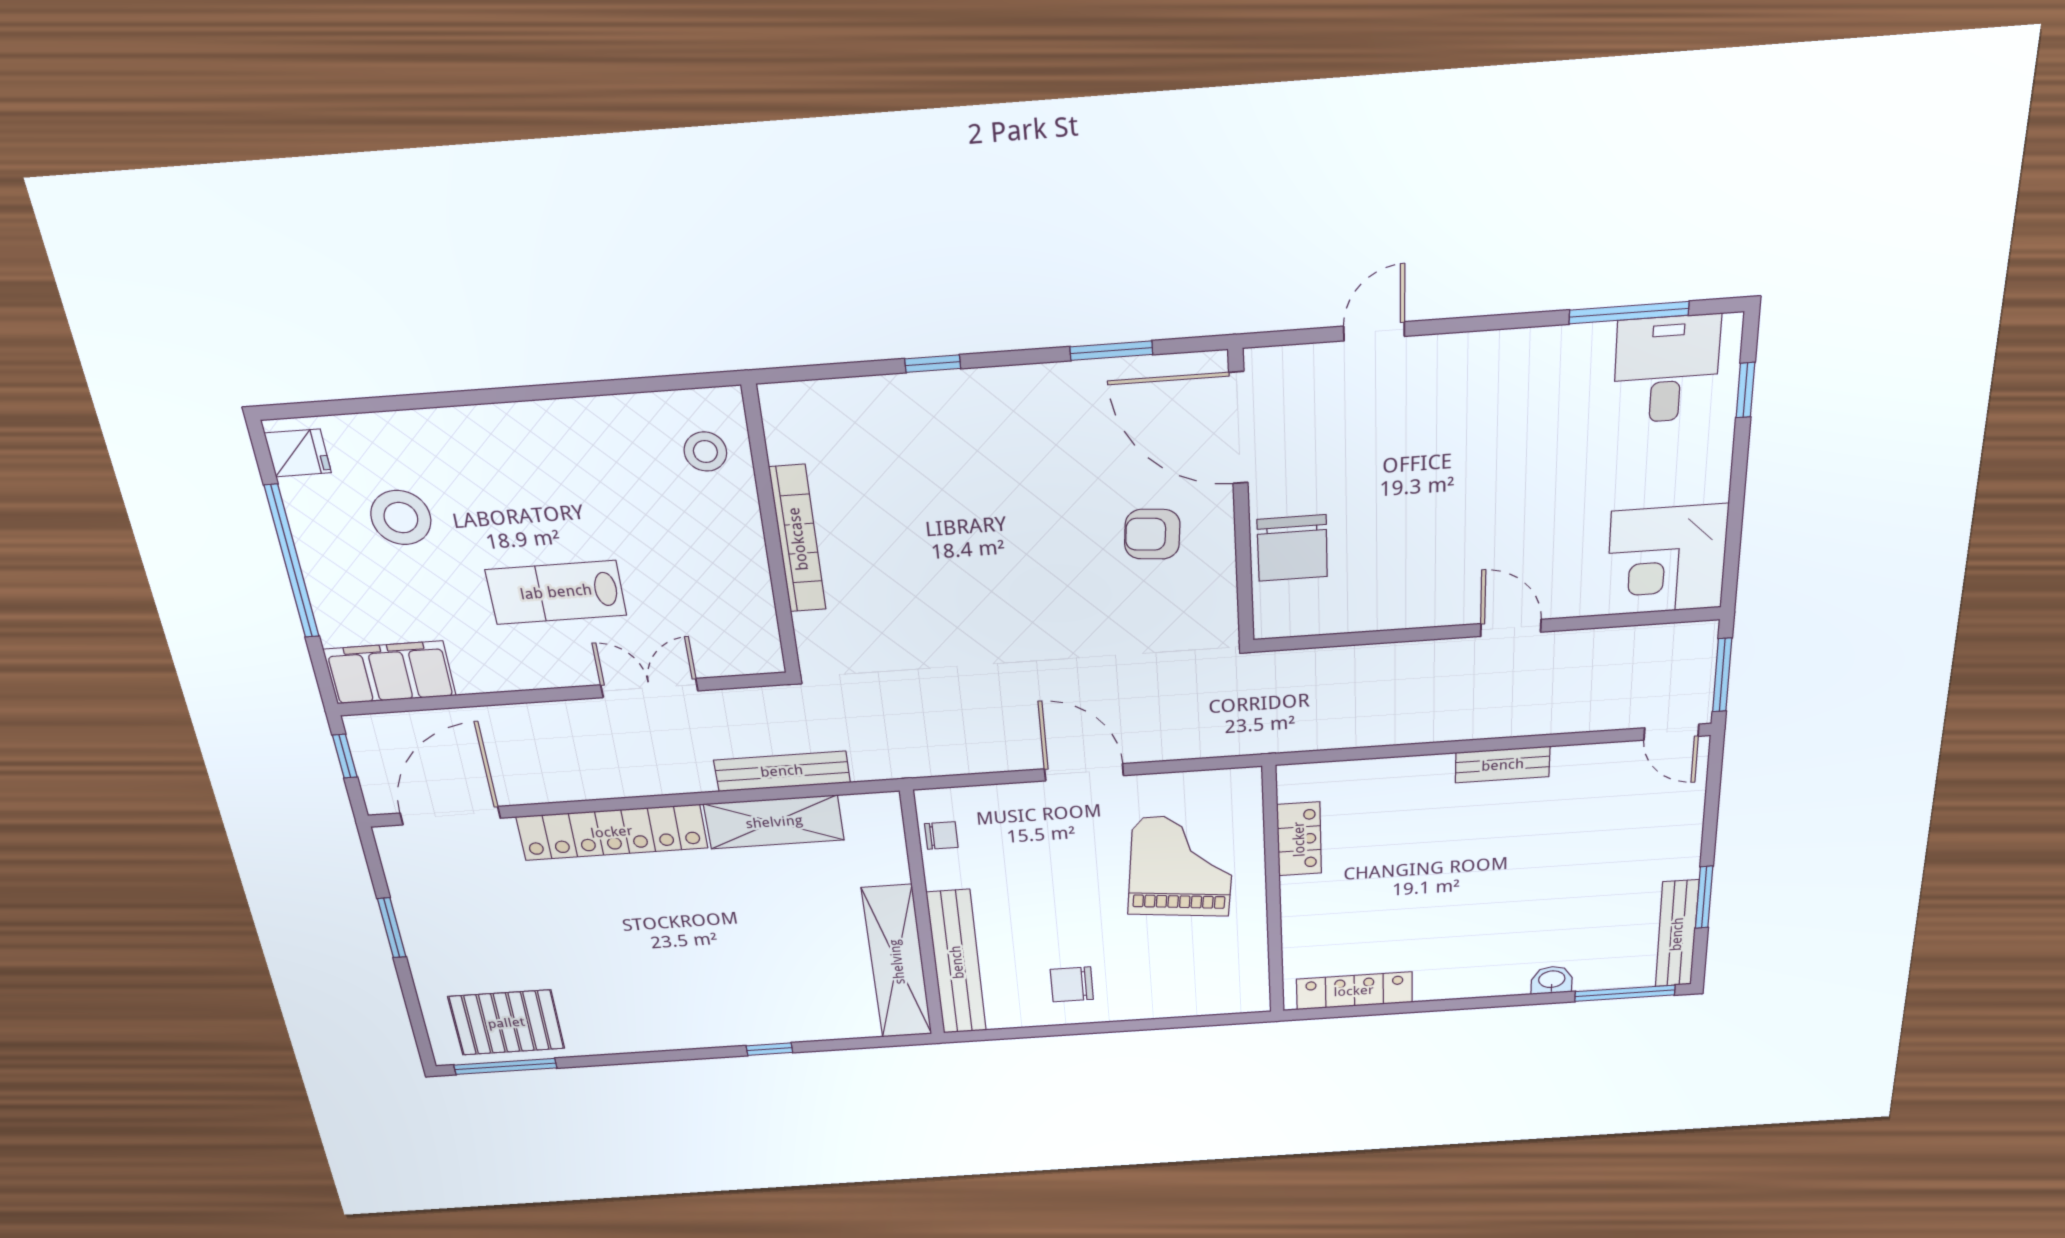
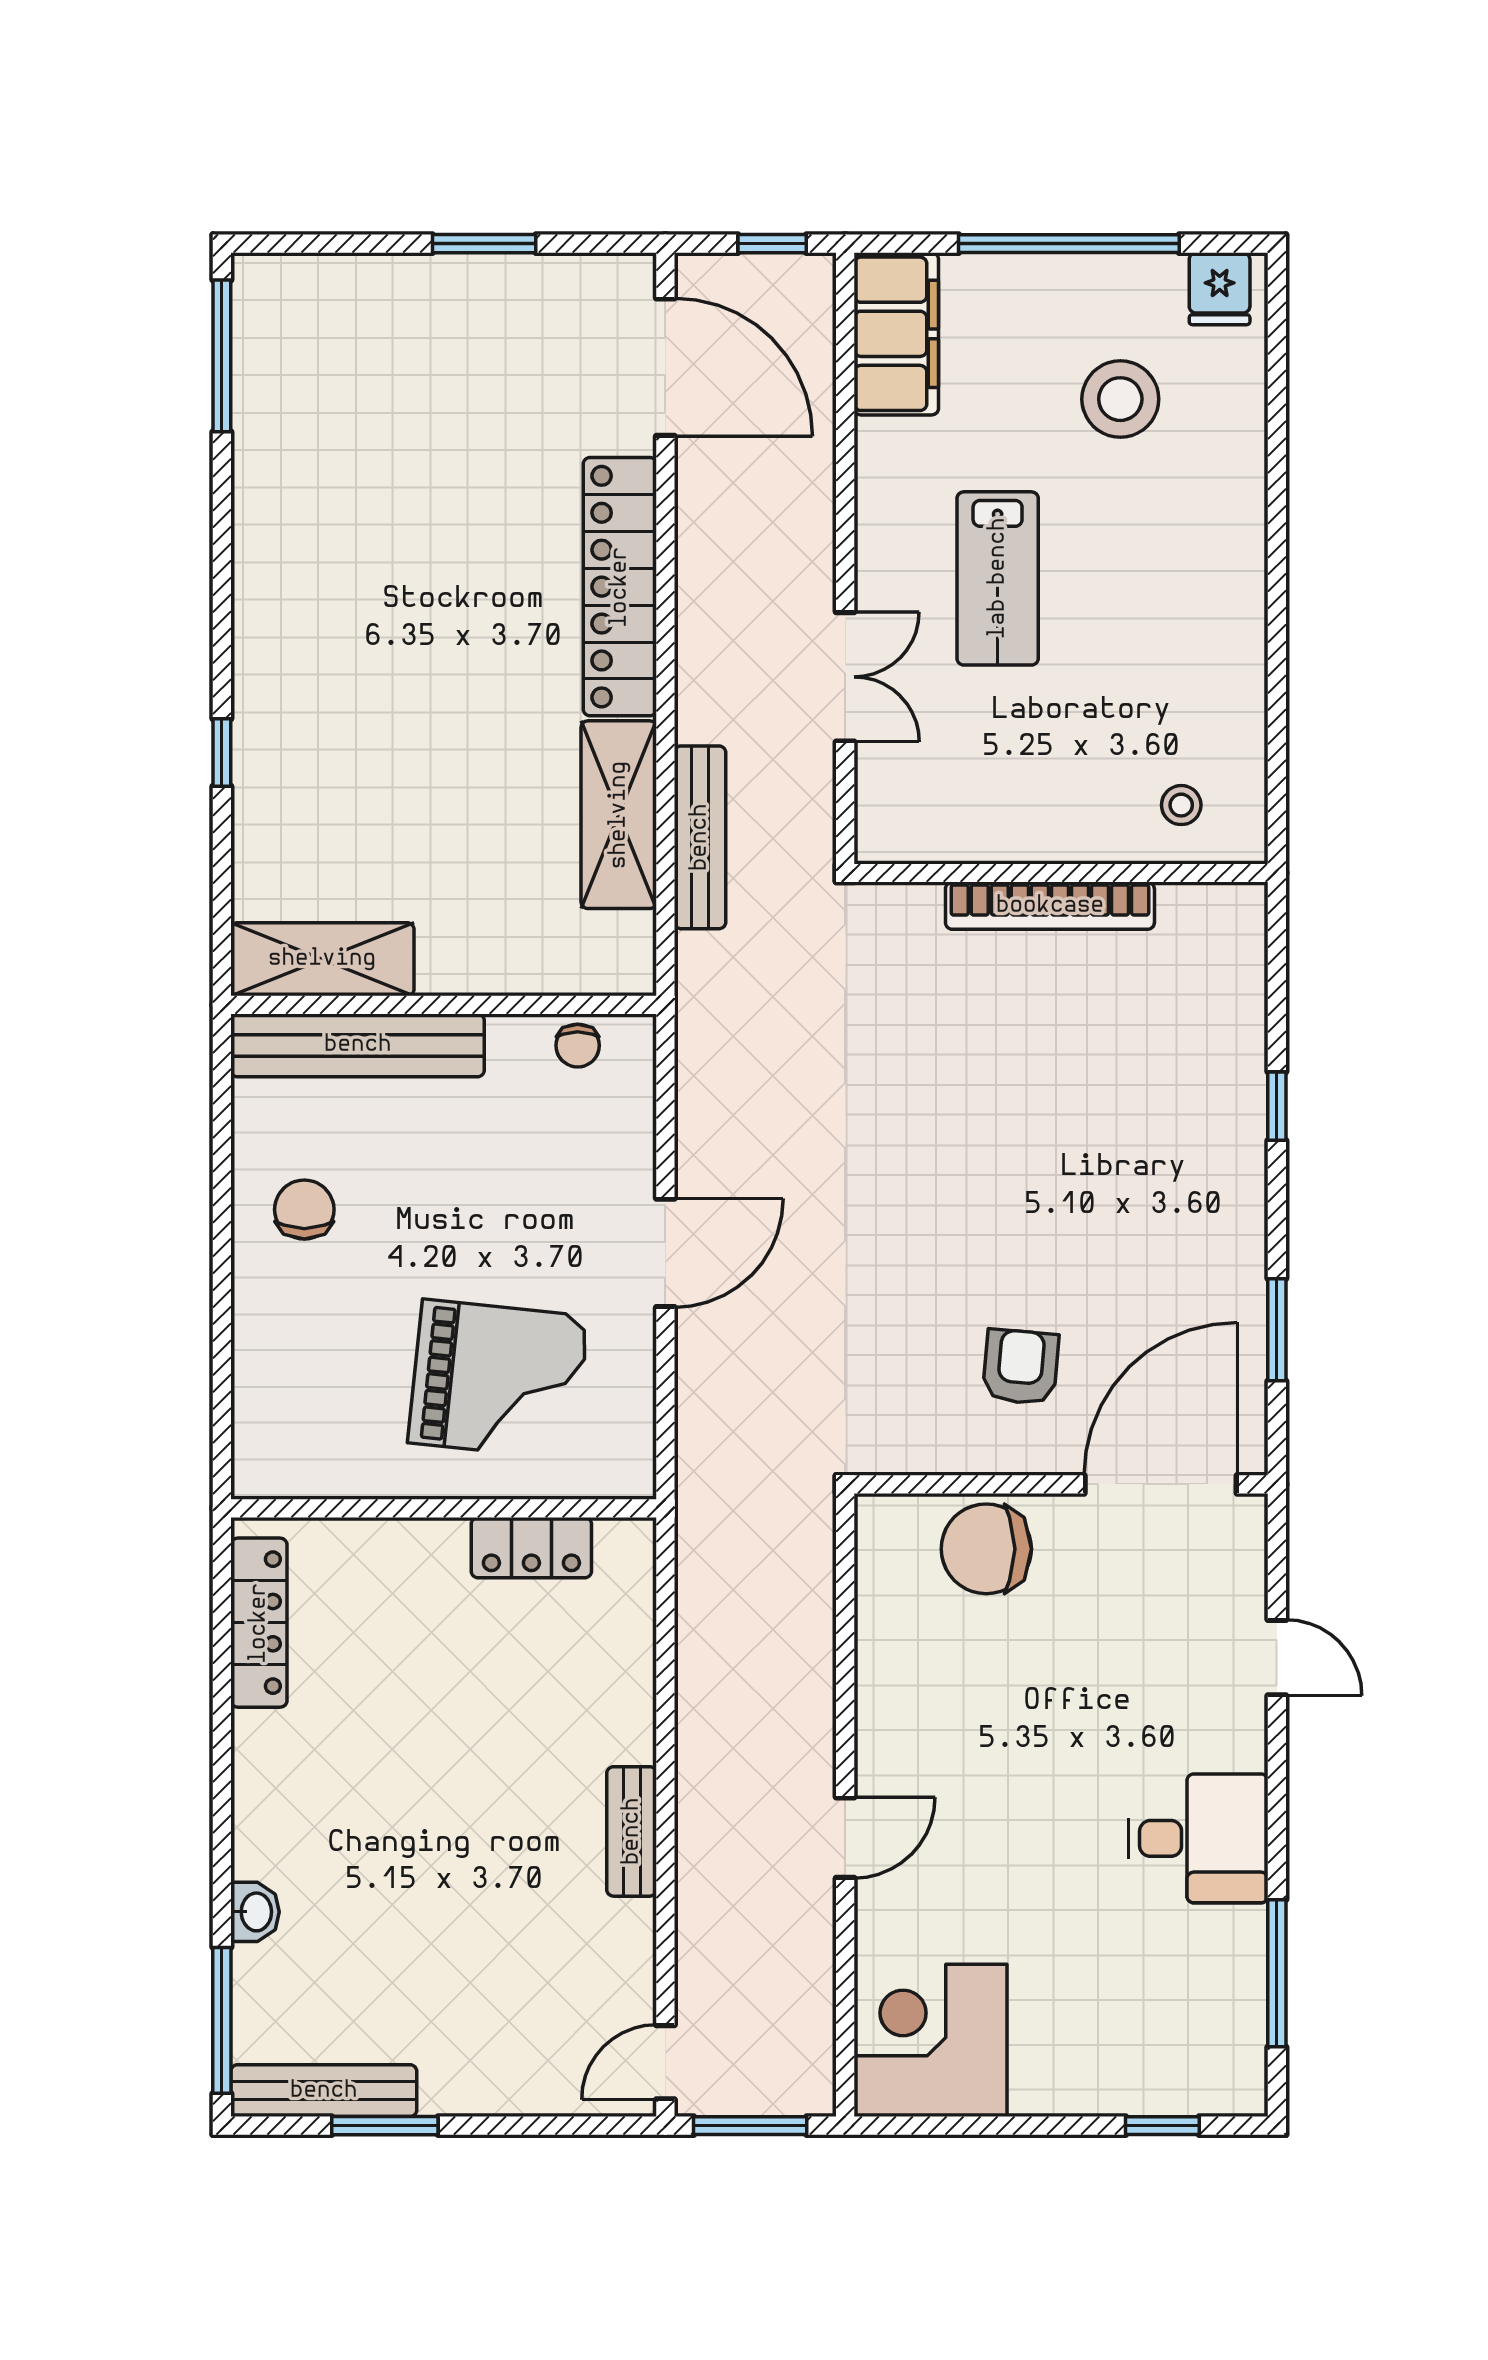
desk: (1666, 369) -> (1198, 1838), moved
stool: (705, 452) -> (1181, 805), width x0.73, depth x0.73
lab bench: (556, 592) -> (998, 578), turned 180
shelving: (897, 962) -> (322, 959), width x0.68
pallet: (506, 1023) -> (303, 374), removed

